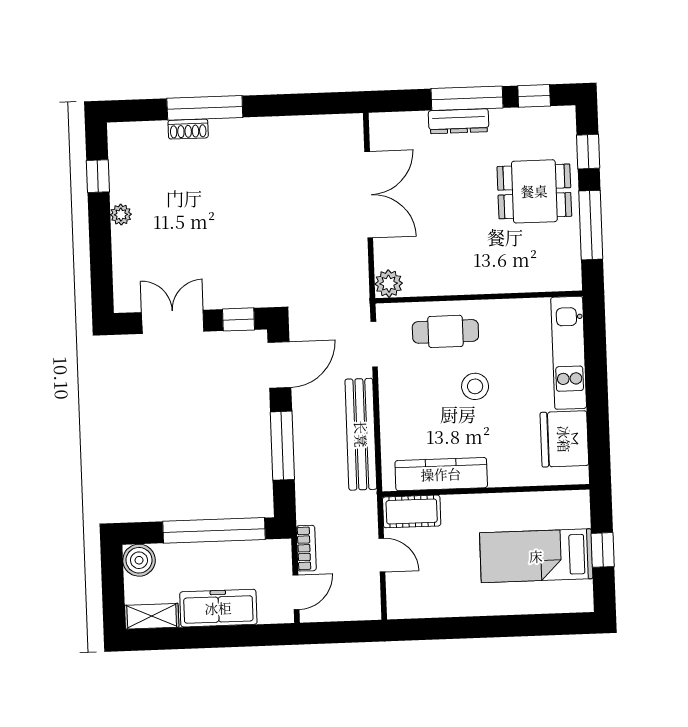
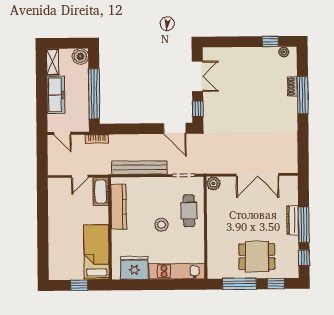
dining table: (534, 191) -> (257, 257), turned 90
plant: (121, 215) -> (284, 52), moved
window: (282, 446) -> (135, 129), removed
bookcase: (306, 548) -> (97, 139), moved
bed: (536, 556) -> (96, 252), moved

